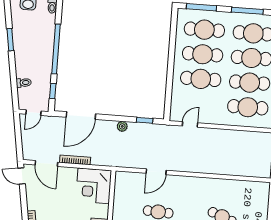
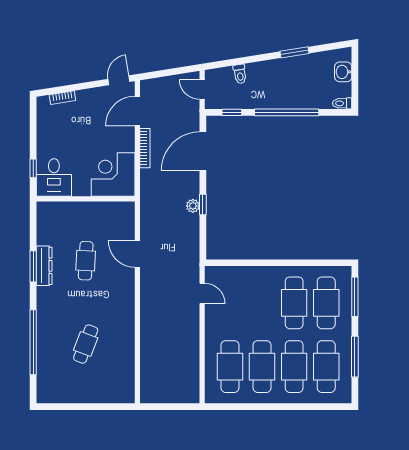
cafe table: (201, 79) -> (262, 303), removed
door: (81, 116) -> (203, 151), hinge flipped
window: (145, 120) -> (203, 204), moved

